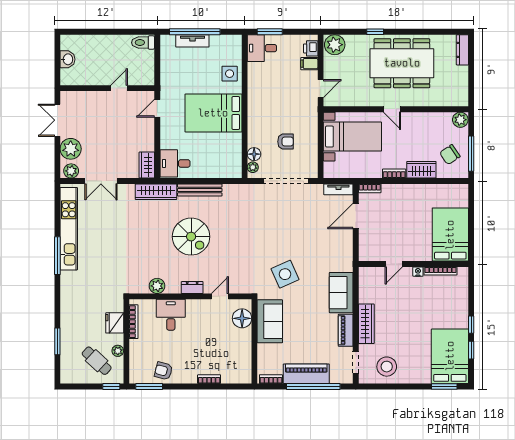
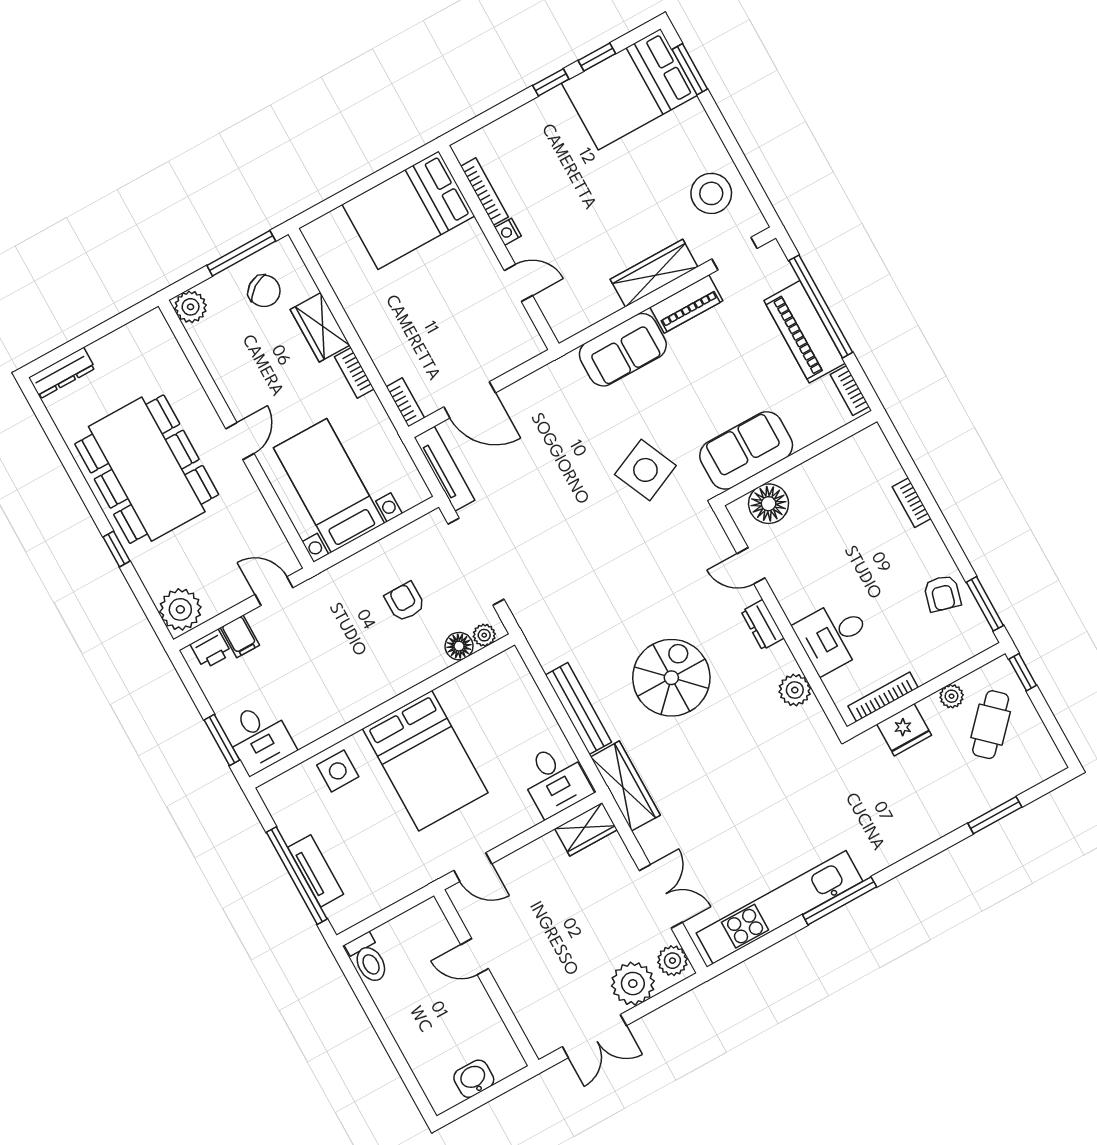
tv unit: (338, 189) -> (444, 469), width x1.41

